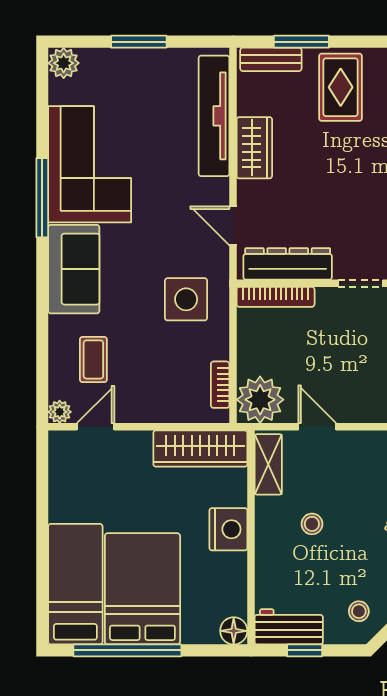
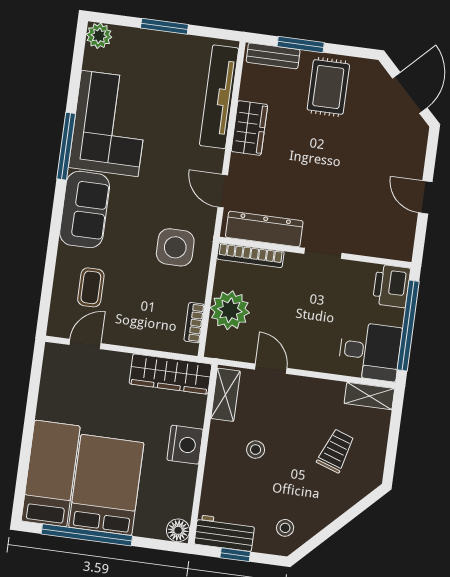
plant: (260, 400) -> (230, 310), moved
plant: (60, 412) -> (57, 327), removed

